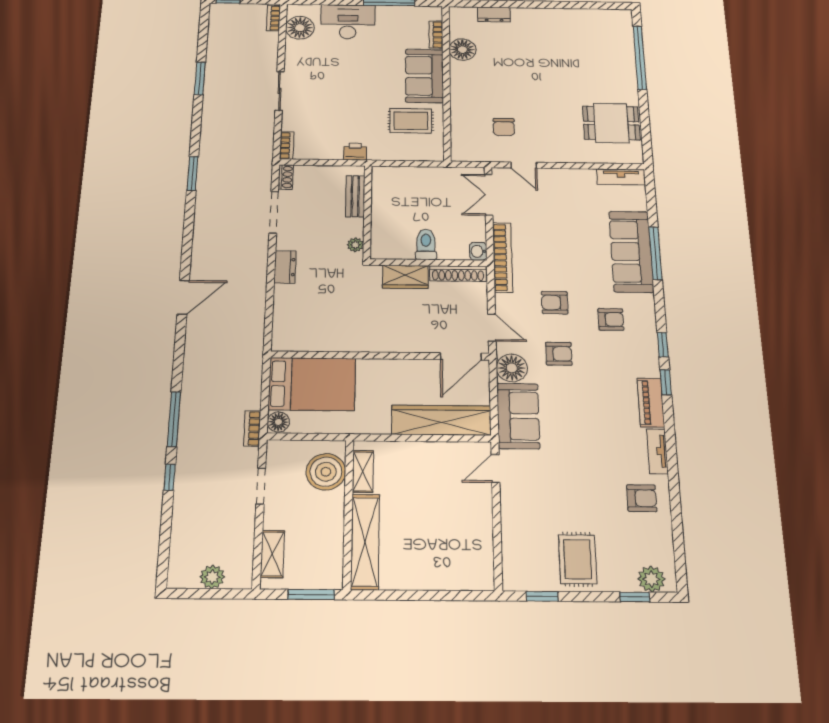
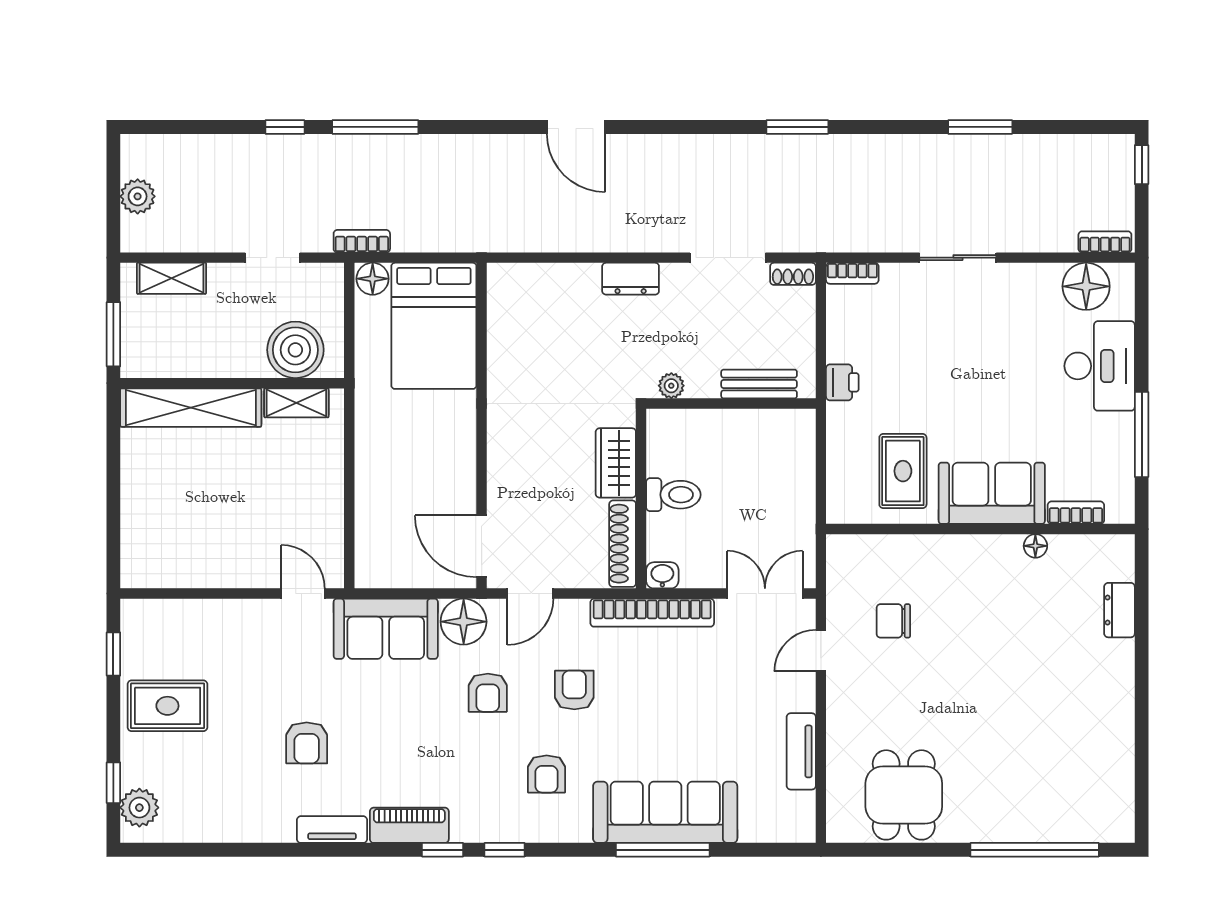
floor lamp: (462, 50) -> (1035, 546), width x0.53, depth x0.53
tv unit: (621, 177) -> (801, 751), moved
wardrobe: (441, 420) -> (378, 516), removed
armchair: (642, 498) -> (307, 743), moved

